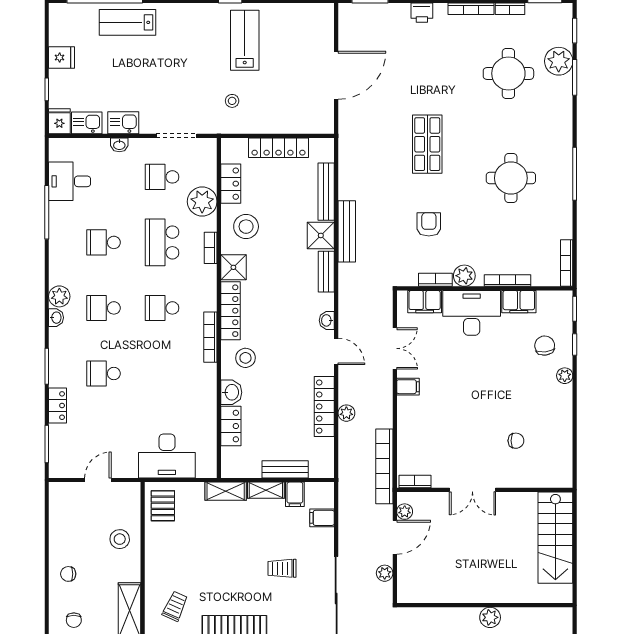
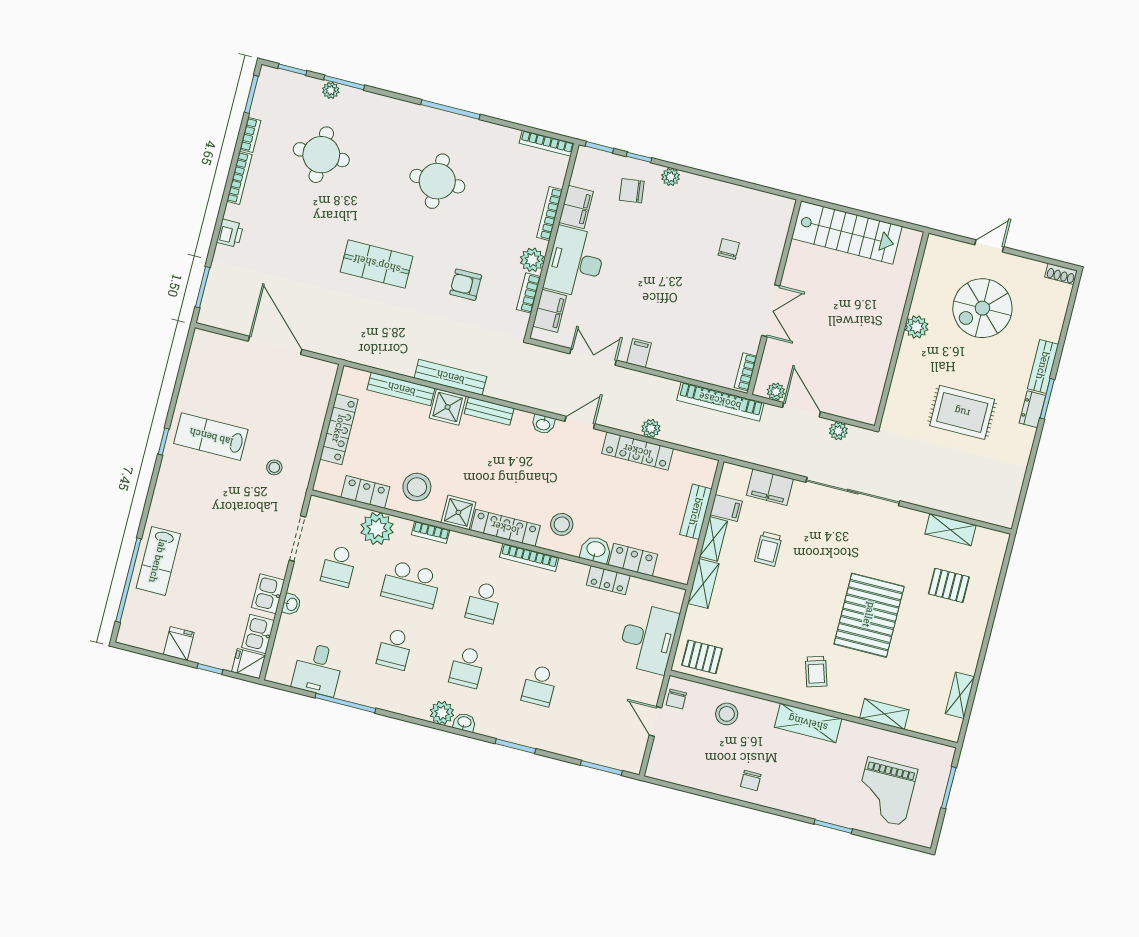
plant: (559, 61) -> (331, 90), width x0.53, depth x0.53
locker: (58, 406) -> (608, 580), moved, turned 180
filing cabinet: (322, 518) -> (770, 487), width x2.00
trolley: (282, 568) -> (768, 549), moved
trolley: (175, 606) -> (816, 671), turned -131
chair: (74, 620) -> (676, 699), moved, turned 90

